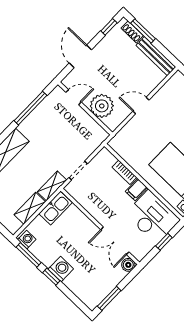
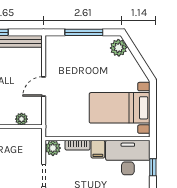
plant: (102, 106) -> (21, 119), width x0.53, depth x0.53
plant: (104, 157) -> (53, 148), added

